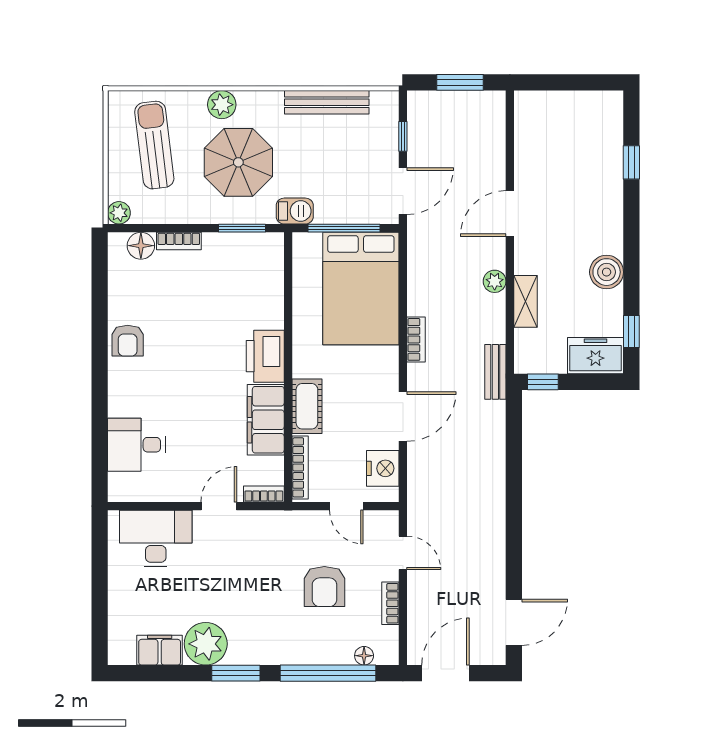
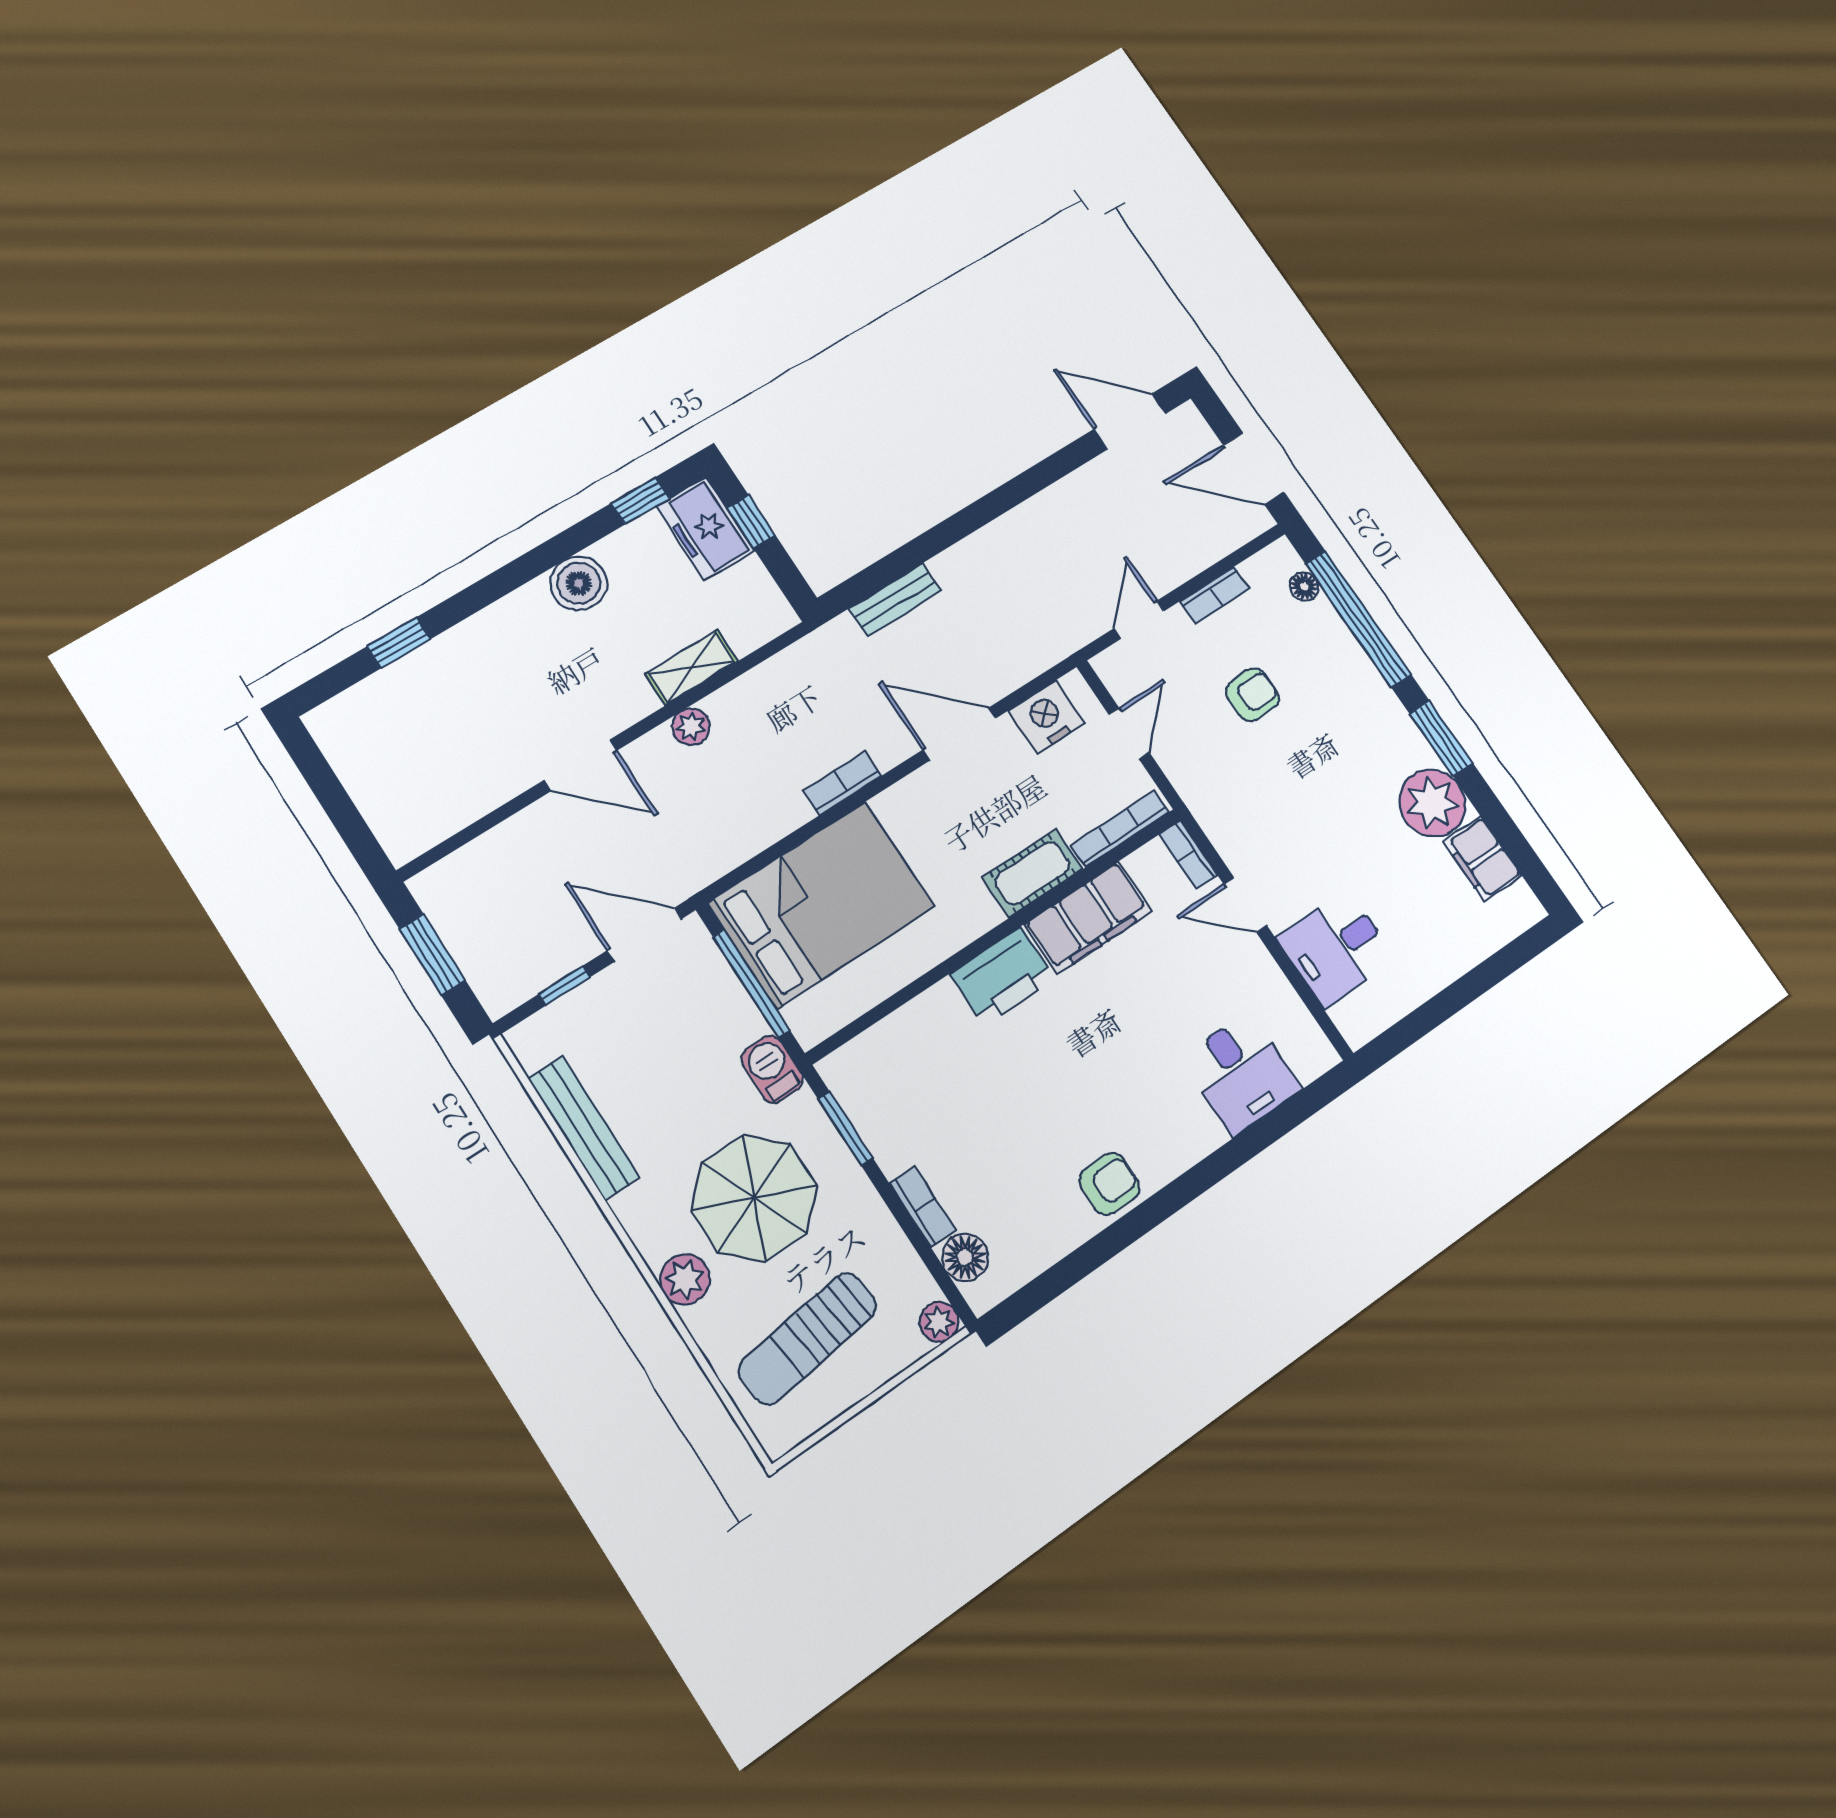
bench: (495, 372) -> (895, 599), moved
window: (543, 382) -> (751, 522), moved
desk: (156, 539) -> (1336, 948), width x0.73
armchair: (324, 587) -> (1252, 695), width x0.72, depth x0.72

